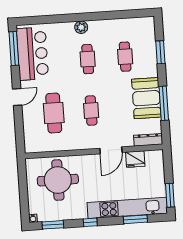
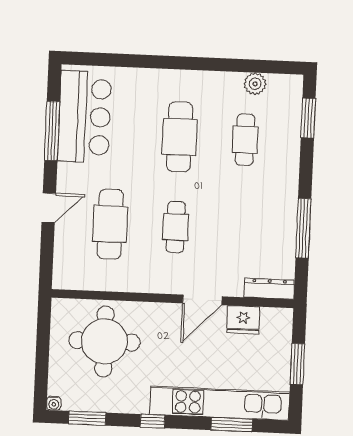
plant: (81, 27) -> (255, 84), moved
window: (14, 48) -> (52, 131), moved
window: (160, 52) -> (308, 118), moved
cafe table: (88, 59) -> (180, 137), width x1.37, depth x1.35
door: (17, 97) -> (49, 208), moved
booth: (146, 98) -> (274, 216), removed
window: (170, 195) -> (297, 364), moved

